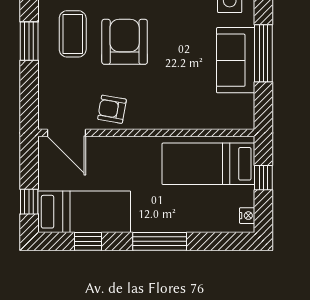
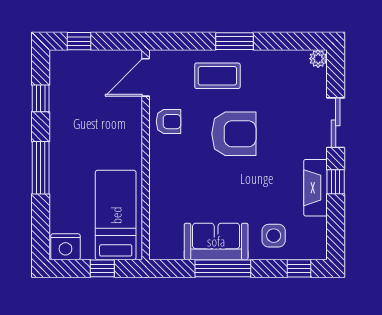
coffee table: (73, 34) -> (217, 76), moved
armchair: (112, 109) -> (169, 122), turned 80
bed: (84, 212) -> (69, 95), removed
nightstand: (247, 216) -> (65, 247), width x1.89, depth x1.79

